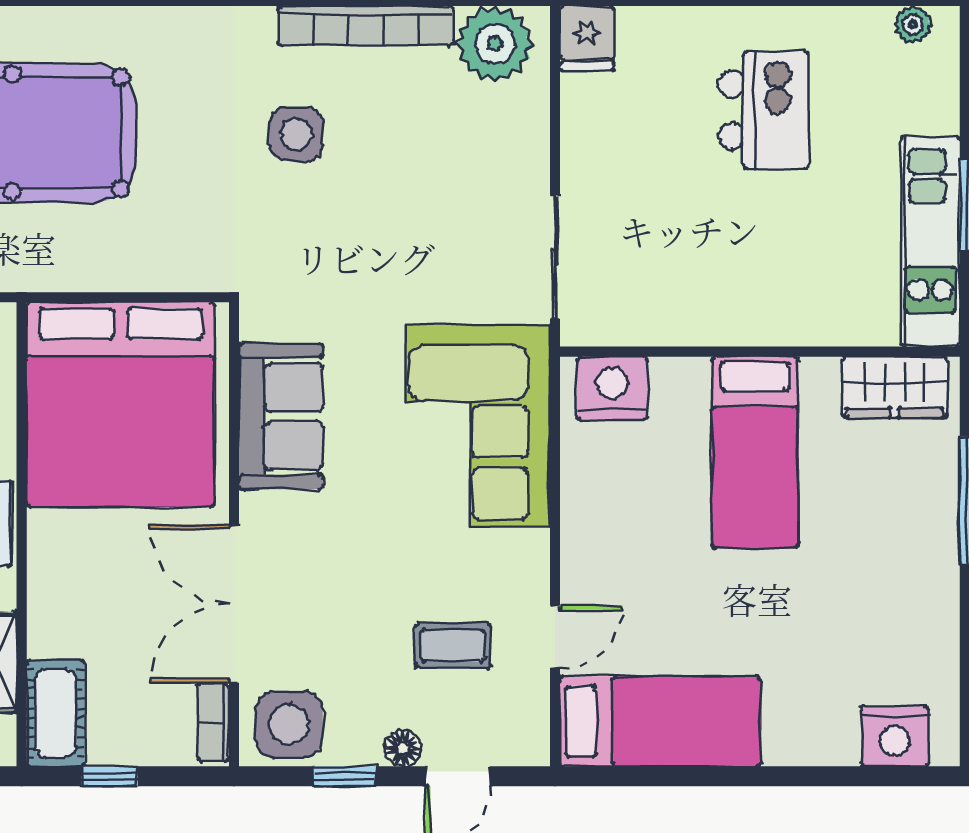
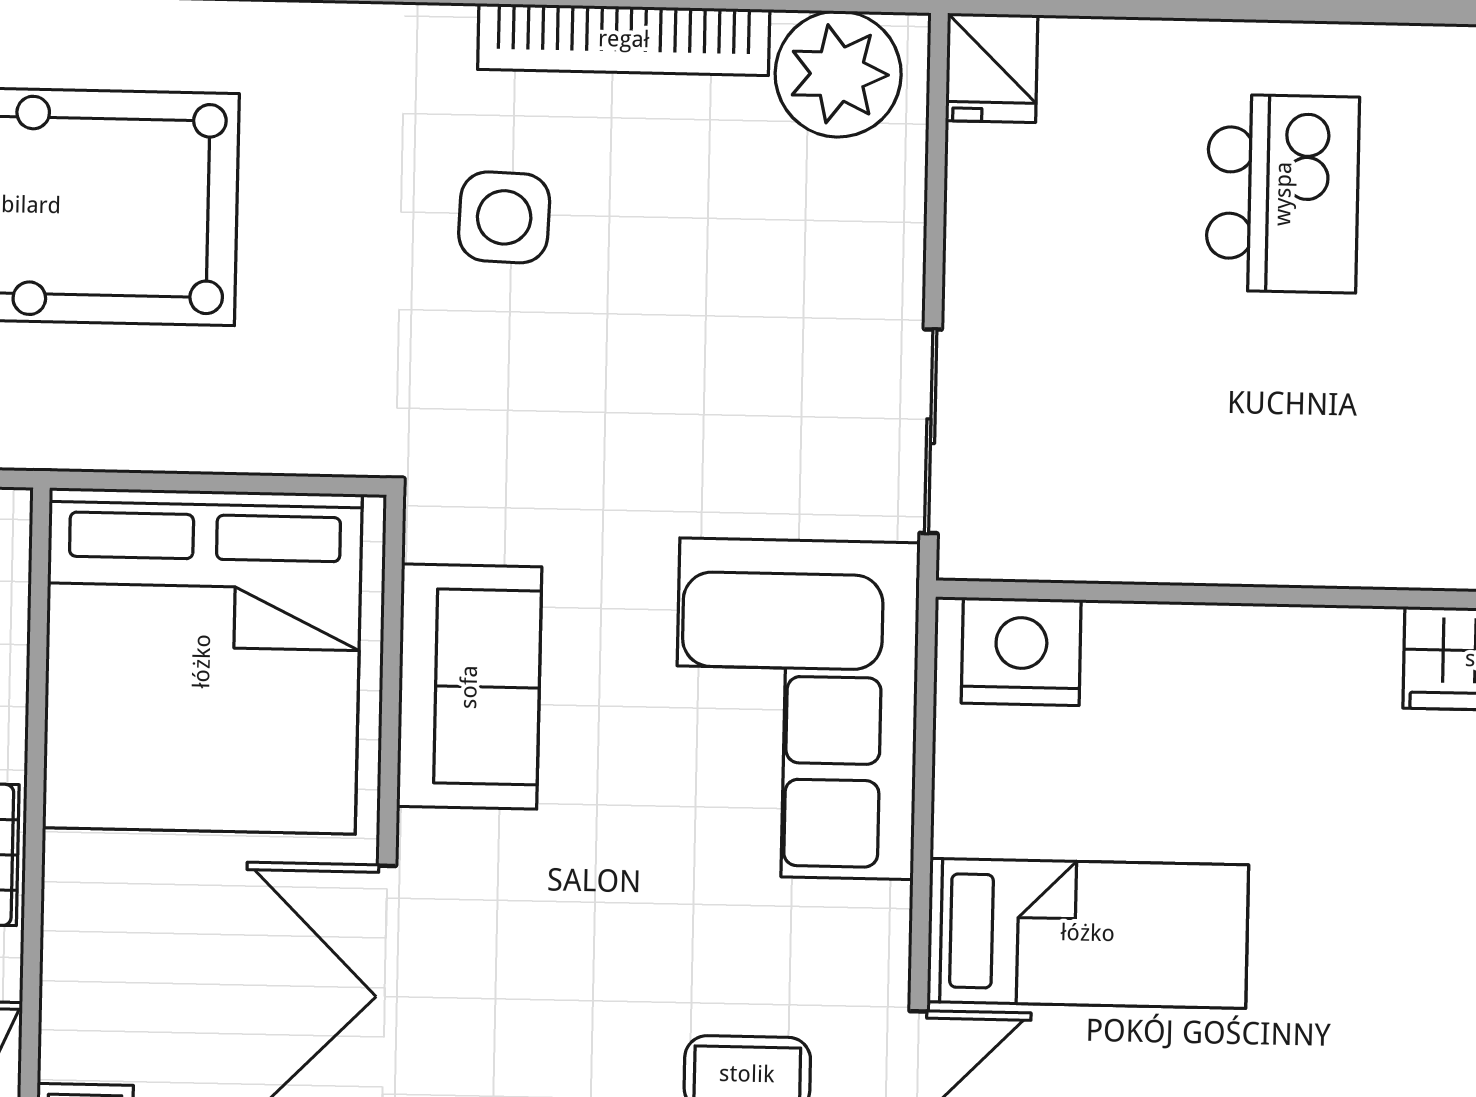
bed: (755, 452) -> (1088, 933), moved, turned -90

